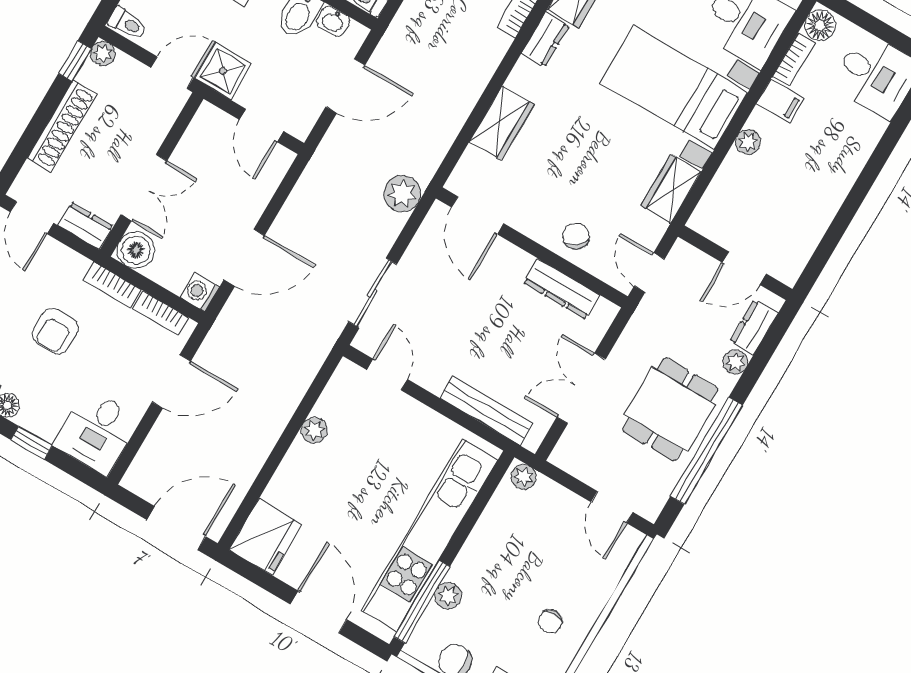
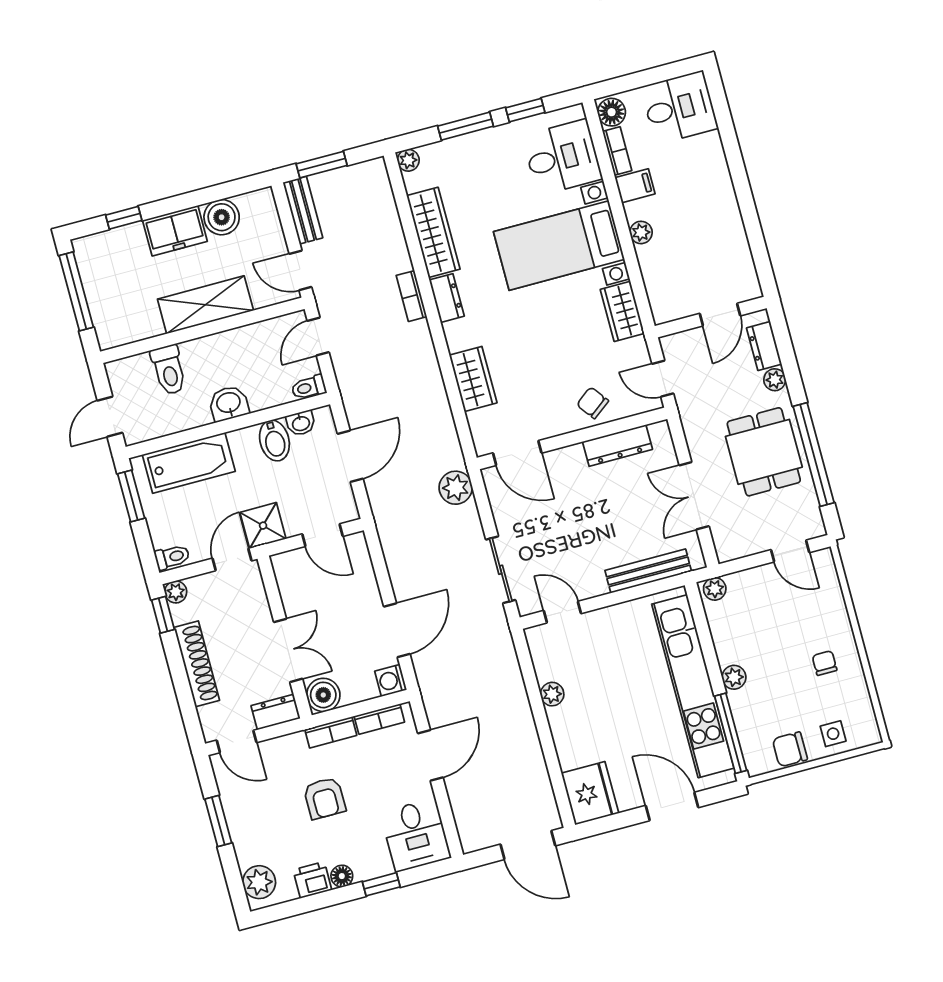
door: (176, 528) -> (528, 845), swing flipped
plant: (448, 596) -> (734, 677), moved
chair: (550, 621) -> (825, 663), turned 180

